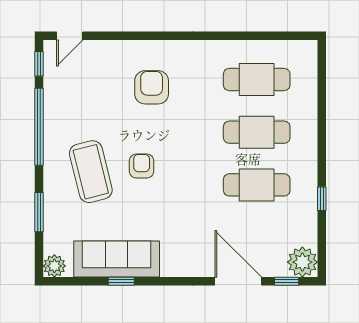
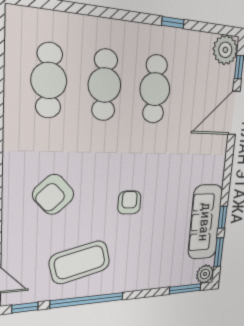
armchair: (152, 87) -> (53, 194), turned -43
armchair: (142, 166) -> (129, 202), turned 90
coffee table: (91, 172) -> (80, 262), moved
window: (39, 212) -> (185, 289), moved
window: (80, 281) -> (219, 252), added

